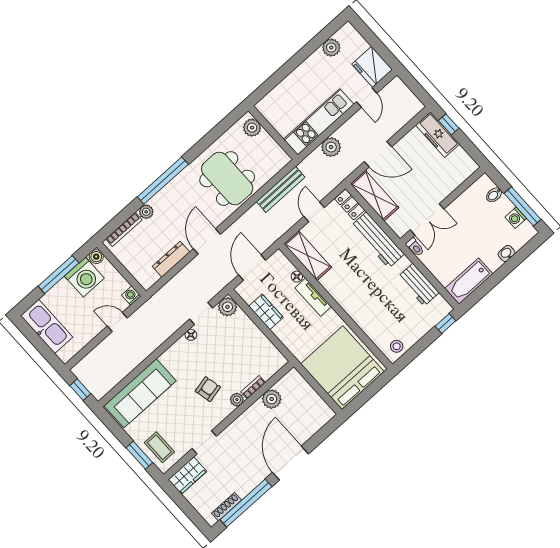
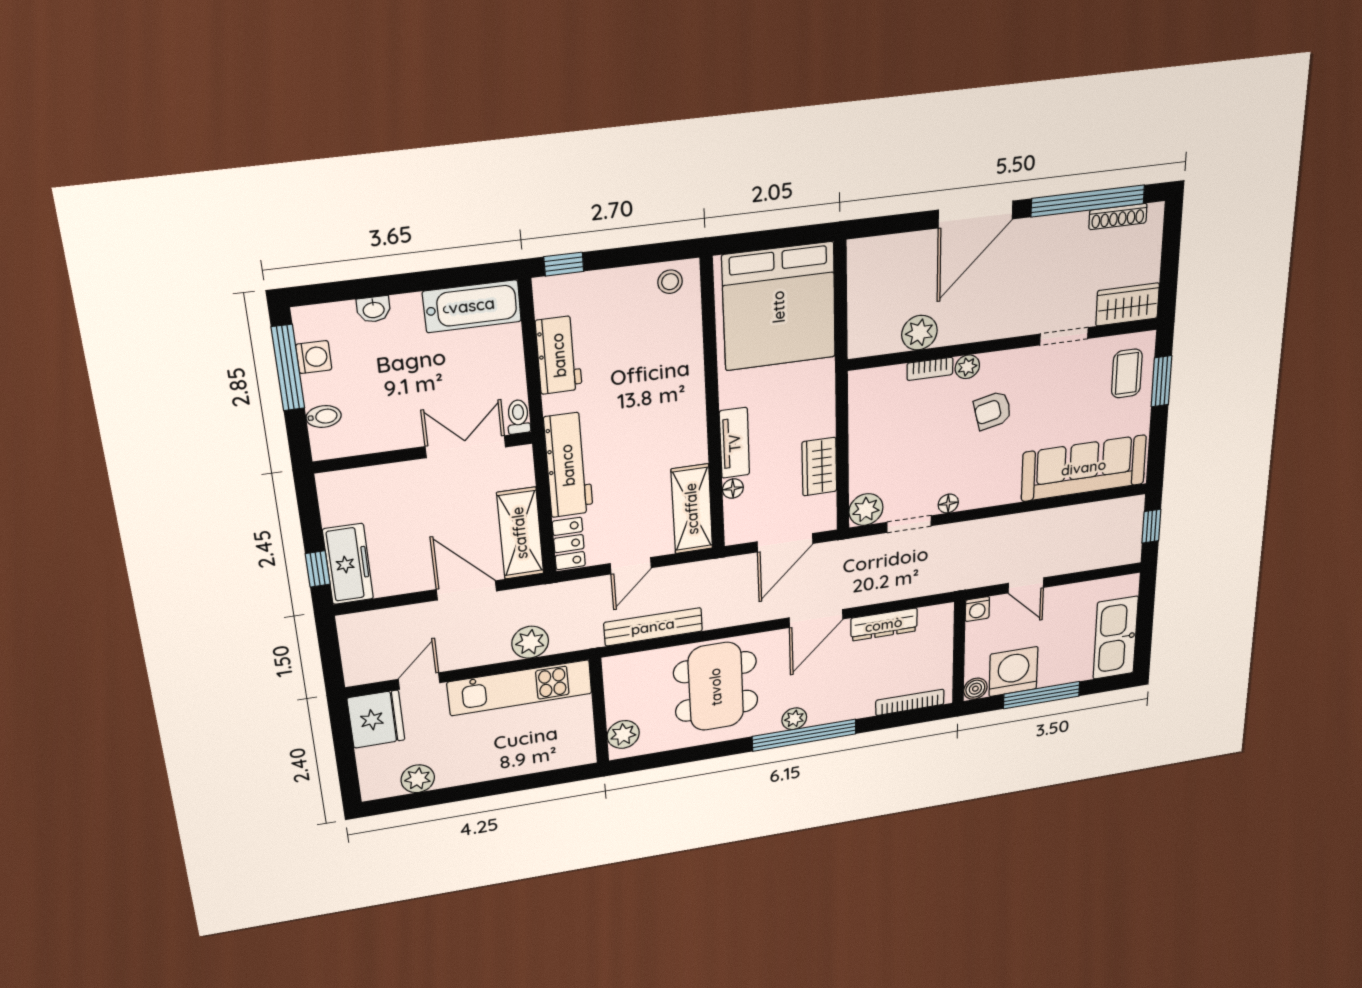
plant: (146, 212) -> (794, 719), moved

